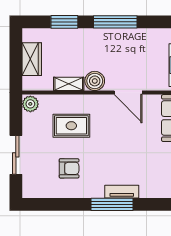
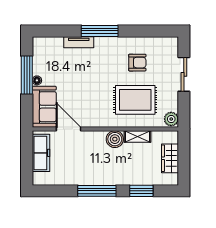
door: (128, 93) -> (68, 129), moved
rug: (71, 126) -> (135, 100), width x1.36, depth x1.43
armchair: (69, 168) -> (137, 63), turned 180
tv unit: (122, 192) -> (79, 42), moved

